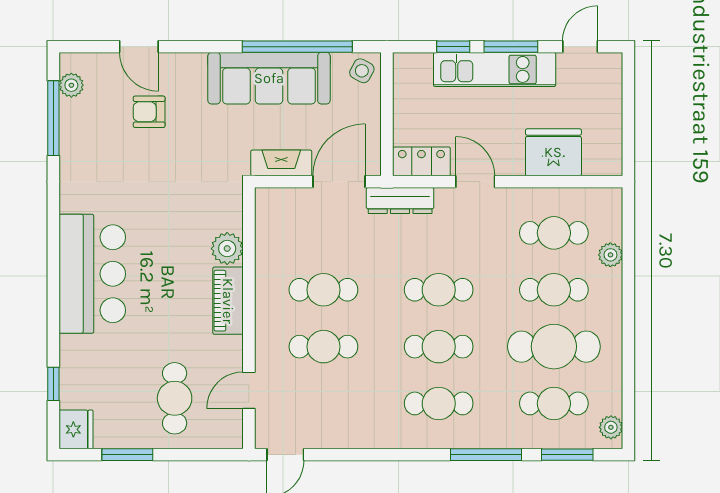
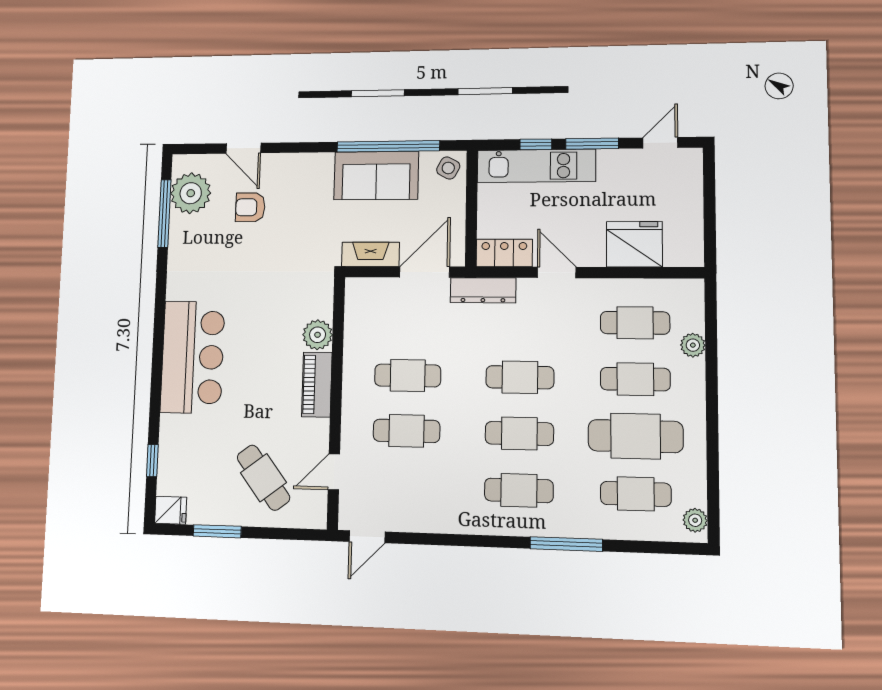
kitchen unit: (495, 69) -> (536, 166), moved
sofa: (269, 78) -> (376, 176), width x0.73
plant: (71, 85) -> (191, 193), width x1.87, depth x1.87
cafe table: (175, 398) -> (263, 478), turned -37
fridge: (76, 429) -> (171, 510), width x0.72
window: (567, 455) -> (650, 547), removed

